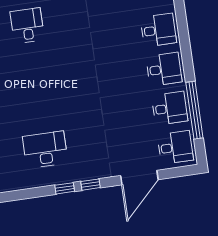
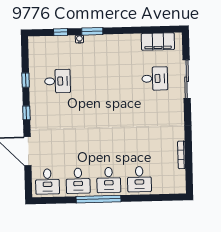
window: (194, 110) -> (98, 199), moved
desk: (45, 150) -> (57, 81), width x0.73
window: (65, 188) -> (26, 80), moved

